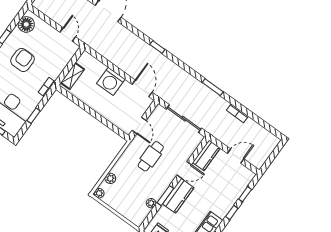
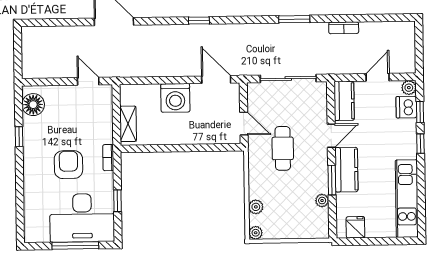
armchair: (22, 60) -> (68, 165), moved
plant: (249, 175) -> (409, 88), added
dishwasher: (239, 186) -> (406, 107), added

